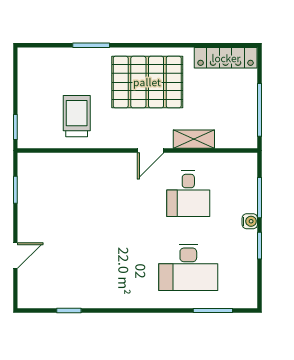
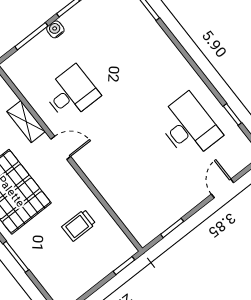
trolley: (77, 116) -> (79, 225), width x0.73, depth x0.72
door: (15, 256) -> (223, 188), hinge flipped
desk: (188, 267) -> (189, 127), moved

